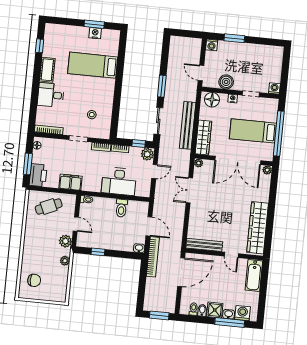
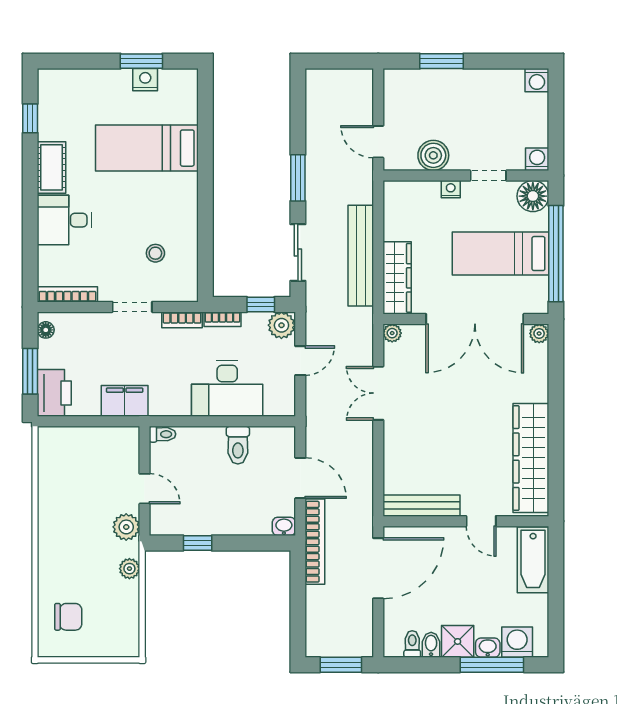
washing machine: (212, 45) -> (537, 80), moved
floor lamp: (212, 100) -> (533, 196), moved
cafe table: (49, 207) -> (83, 457), removed

